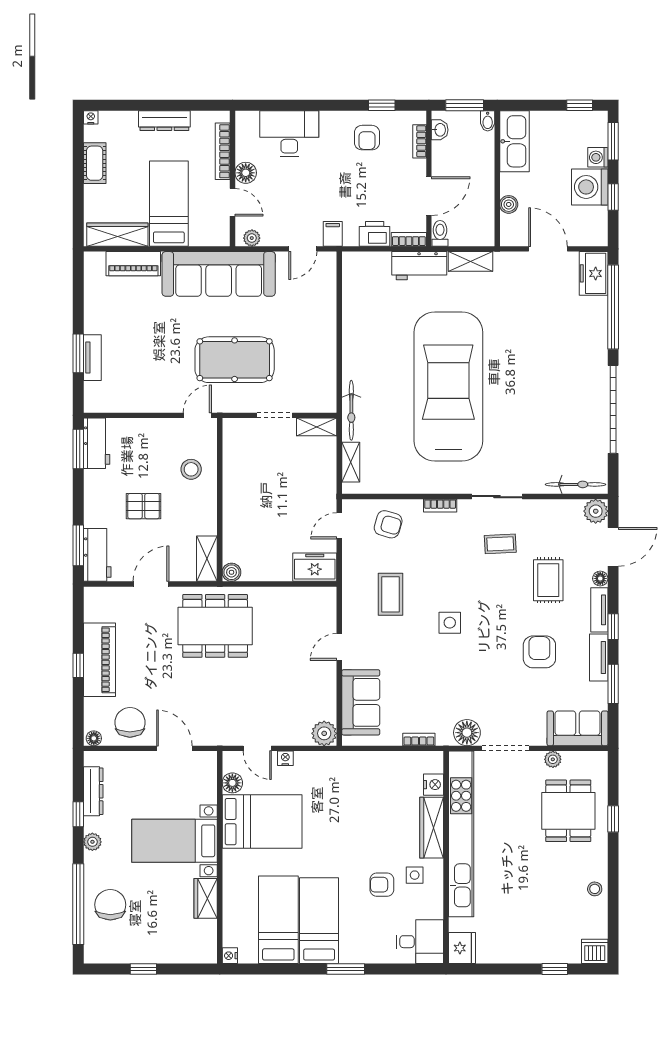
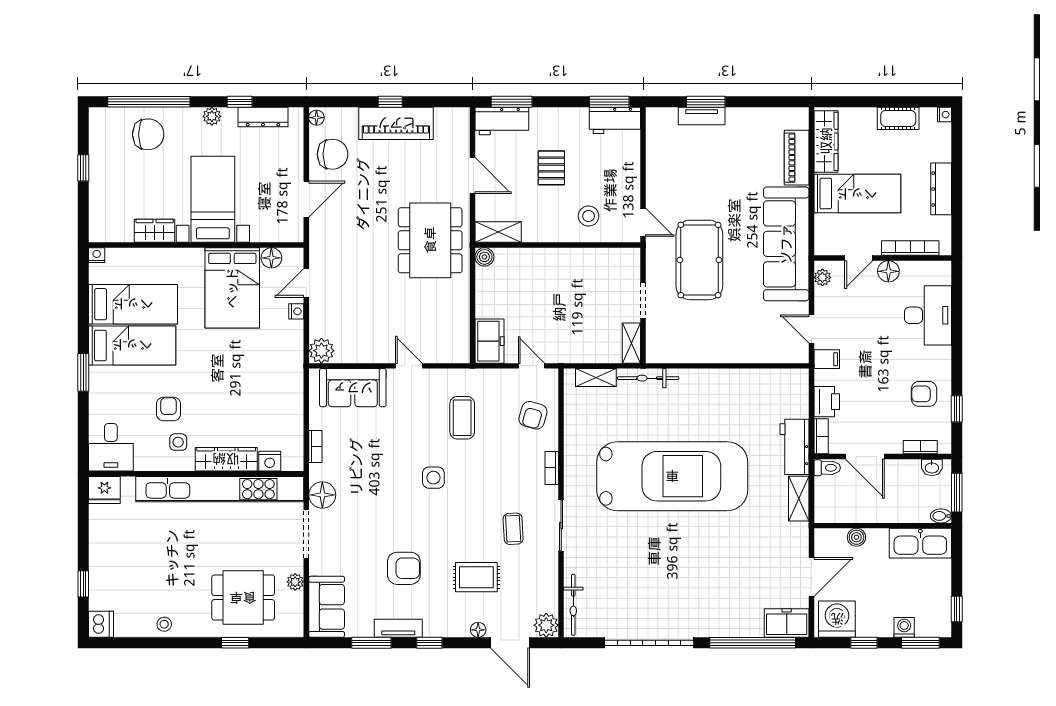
washing machine: (590, 187) -> (837, 619), moved
coffee table: (391, 594) -> (462, 418), turned 90
tv unit: (599, 610) -> (446, 629), removed

